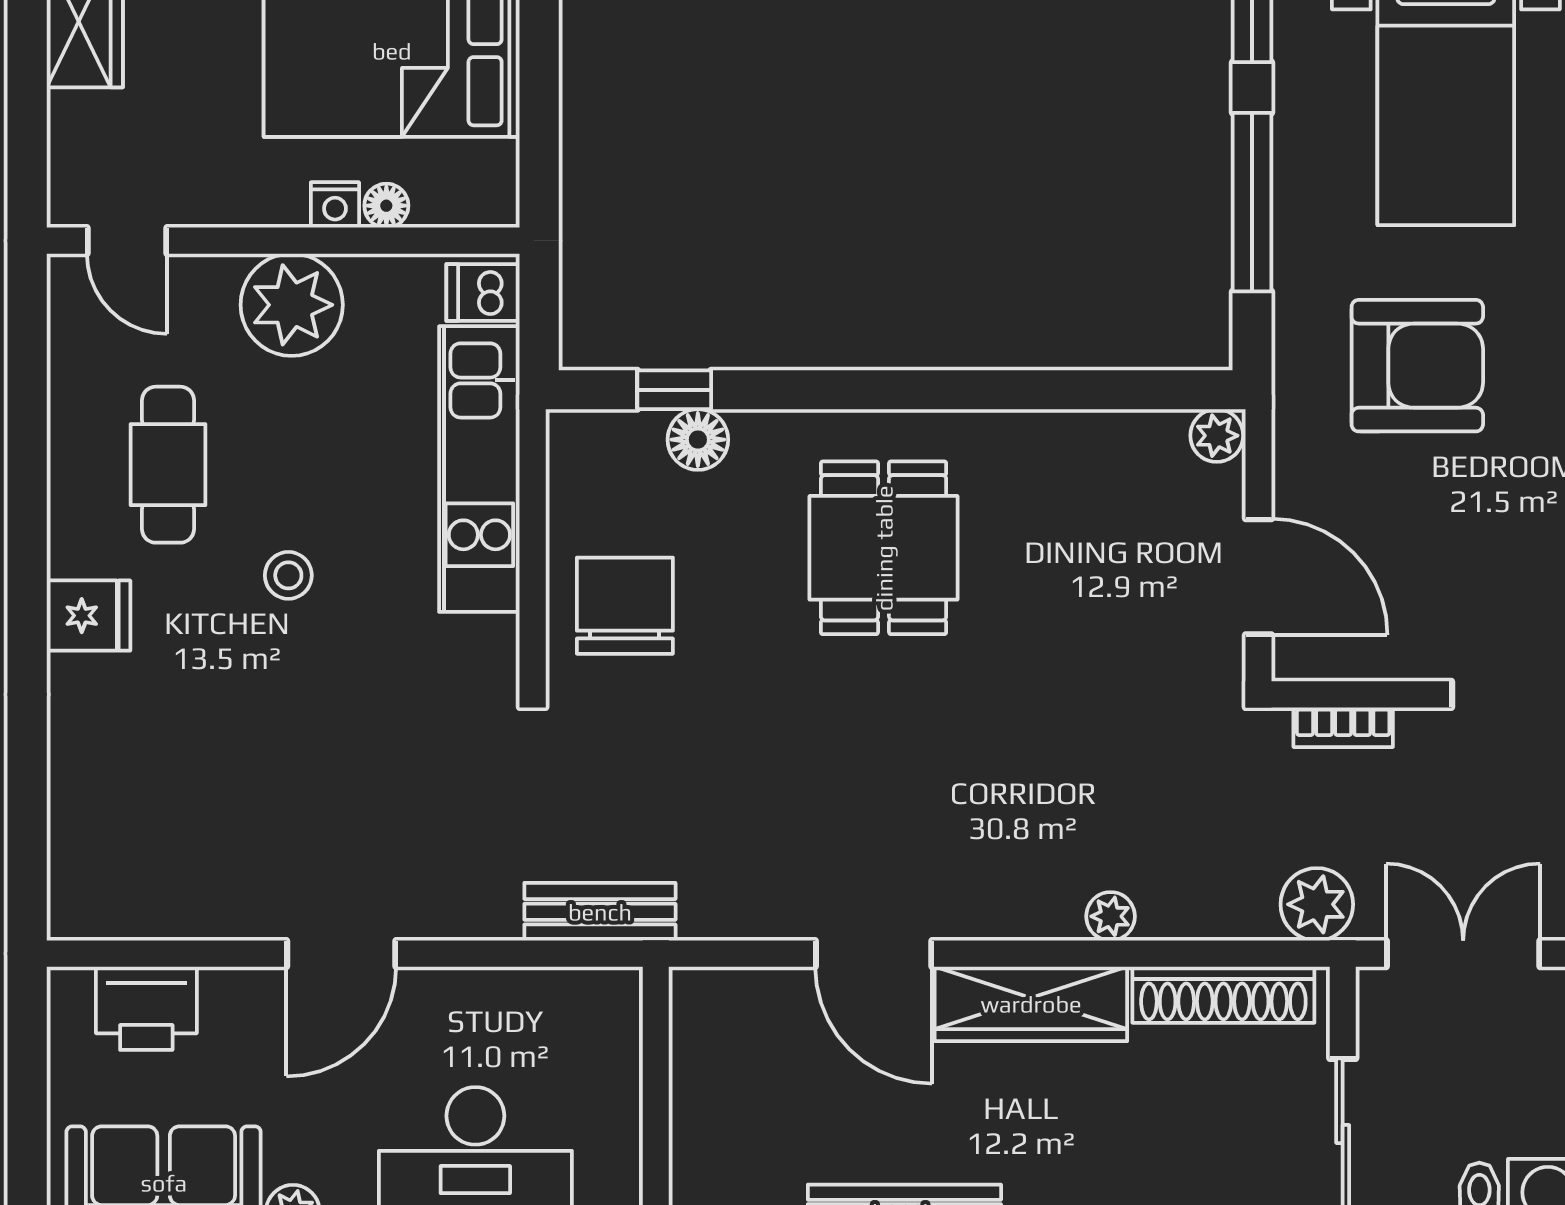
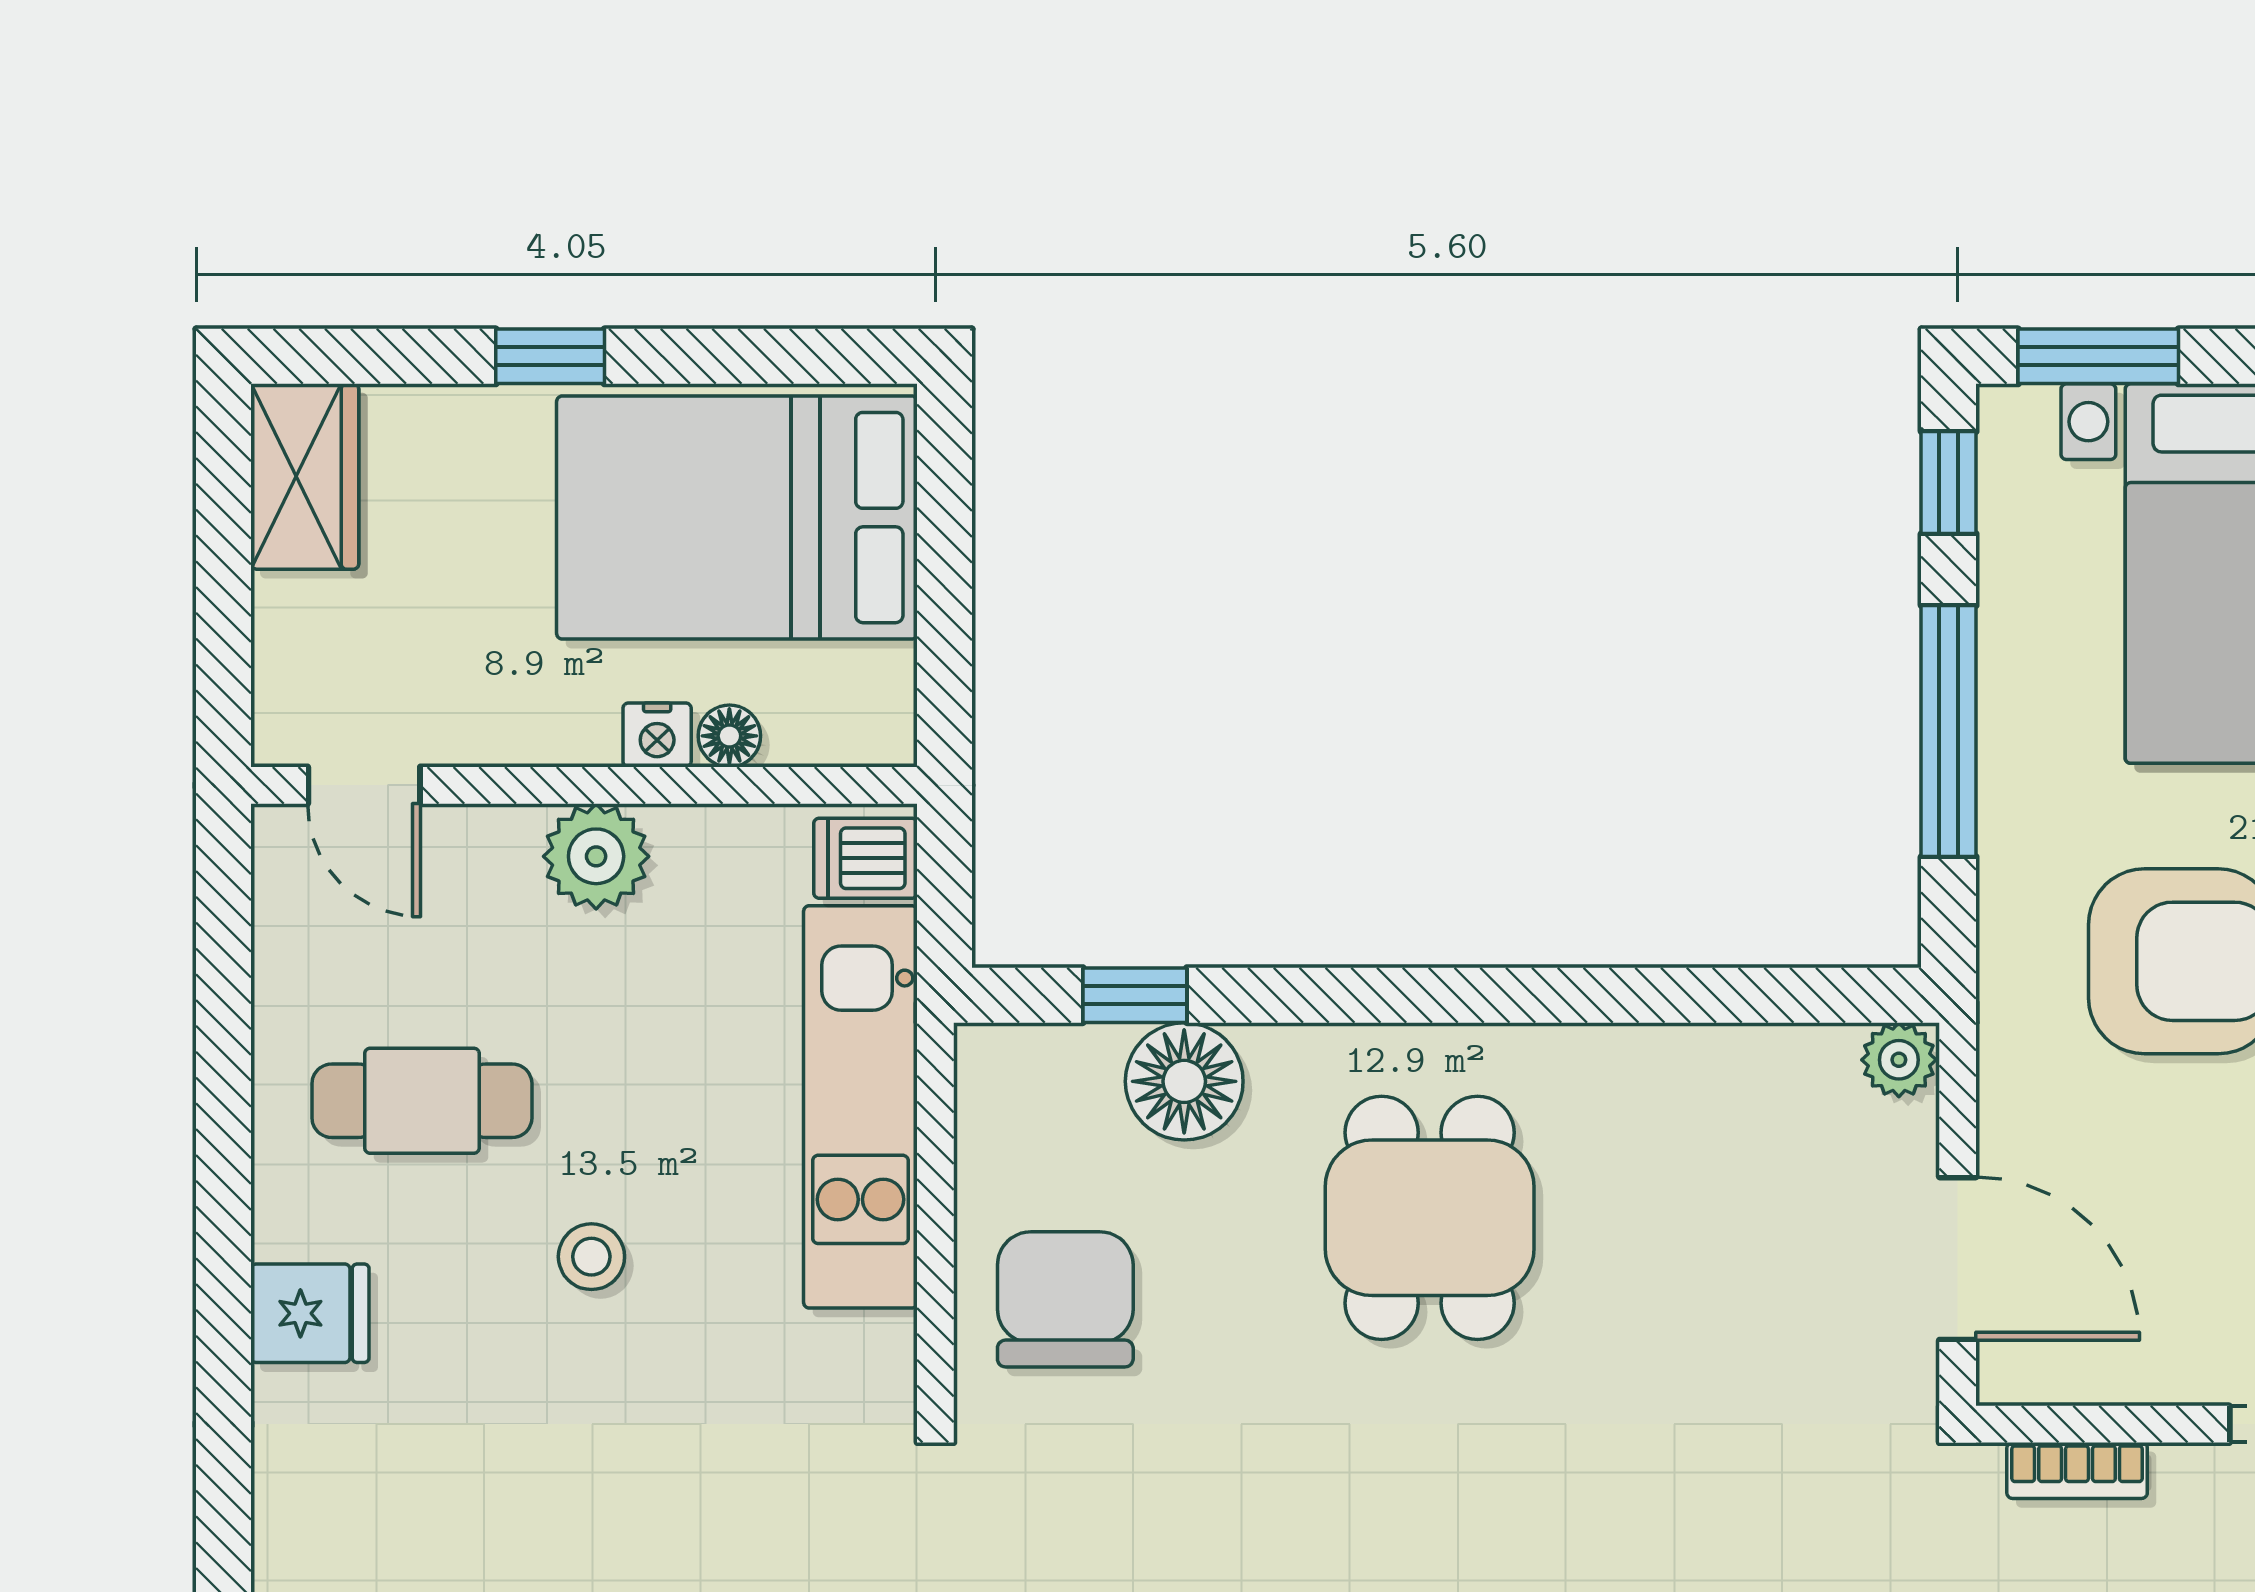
plant: (292, 305) -> (596, 856), width x0.73, depth x0.73
floor lamp: (698, 440) -> (1184, 1081), width x1.38, depth x1.38
cafe table: (168, 465) -> (422, 1101), turned 90

